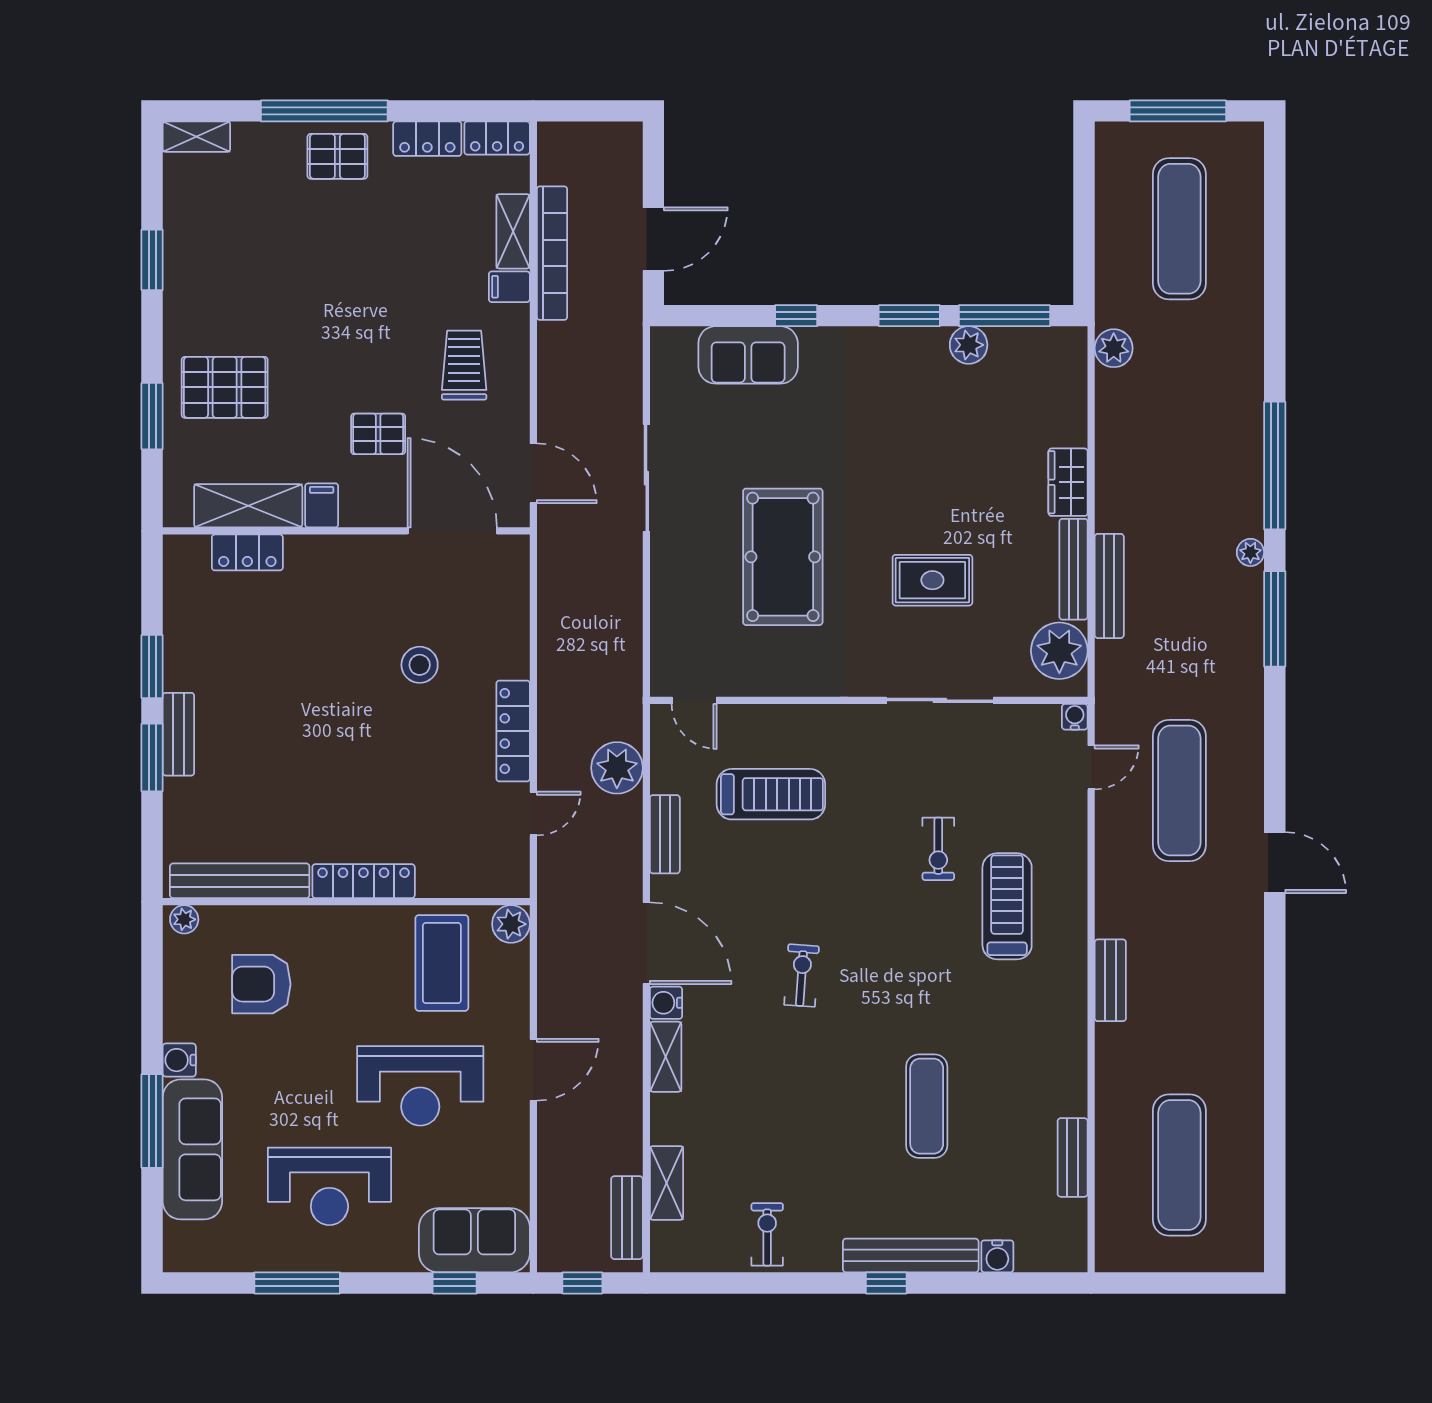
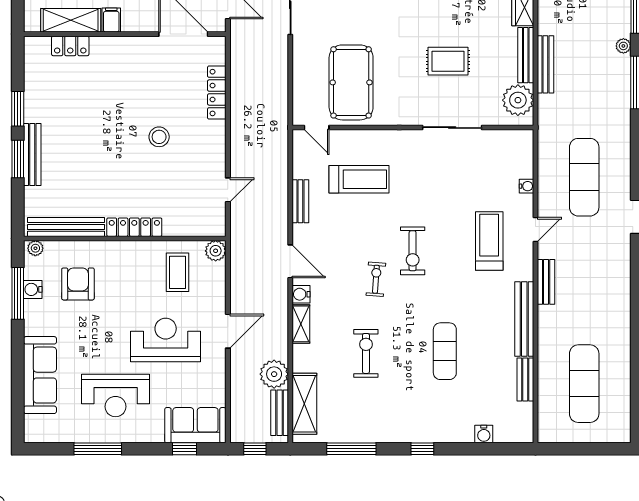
pool table: (783, 557) -> (351, 82), moved
stool: (420, 665) -> (159, 137), moved
water cooler: (1075, 717) -> (526, 186), moved, turned 90
locker: (513, 731) -> (217, 93), moved
bench: (178, 734) -> (32, 154), width x1.36
door: (1091, 767) -> (536, 229), moved
plant: (617, 768) -> (274, 374), moved
exercise bike: (938, 849) -> (413, 251), moved, width x1.38, depth x1.39
door: (646, 943) -> (290, 261), width x0.73
coffee table: (442, 963) -> (178, 272), width x0.73, depth x0.76
armchair: (261, 984) -> (78, 284), turned 90
water cooler: (179, 1060) -> (33, 289), moved
reception desk: (420, 1086) -> (166, 340), turned 180
window: (152, 1121) -> (18, 293), moved
shelving: (666, 1183) -> (304, 404), width x1.50, depth x1.33
exercise bike: (767, 1234) -> (366, 353), moved, width x1.38, depth x1.39
bench: (911, 1255) -> (524, 319), moved, turned 90
window: (757, 1283) -> (351, 449), added

